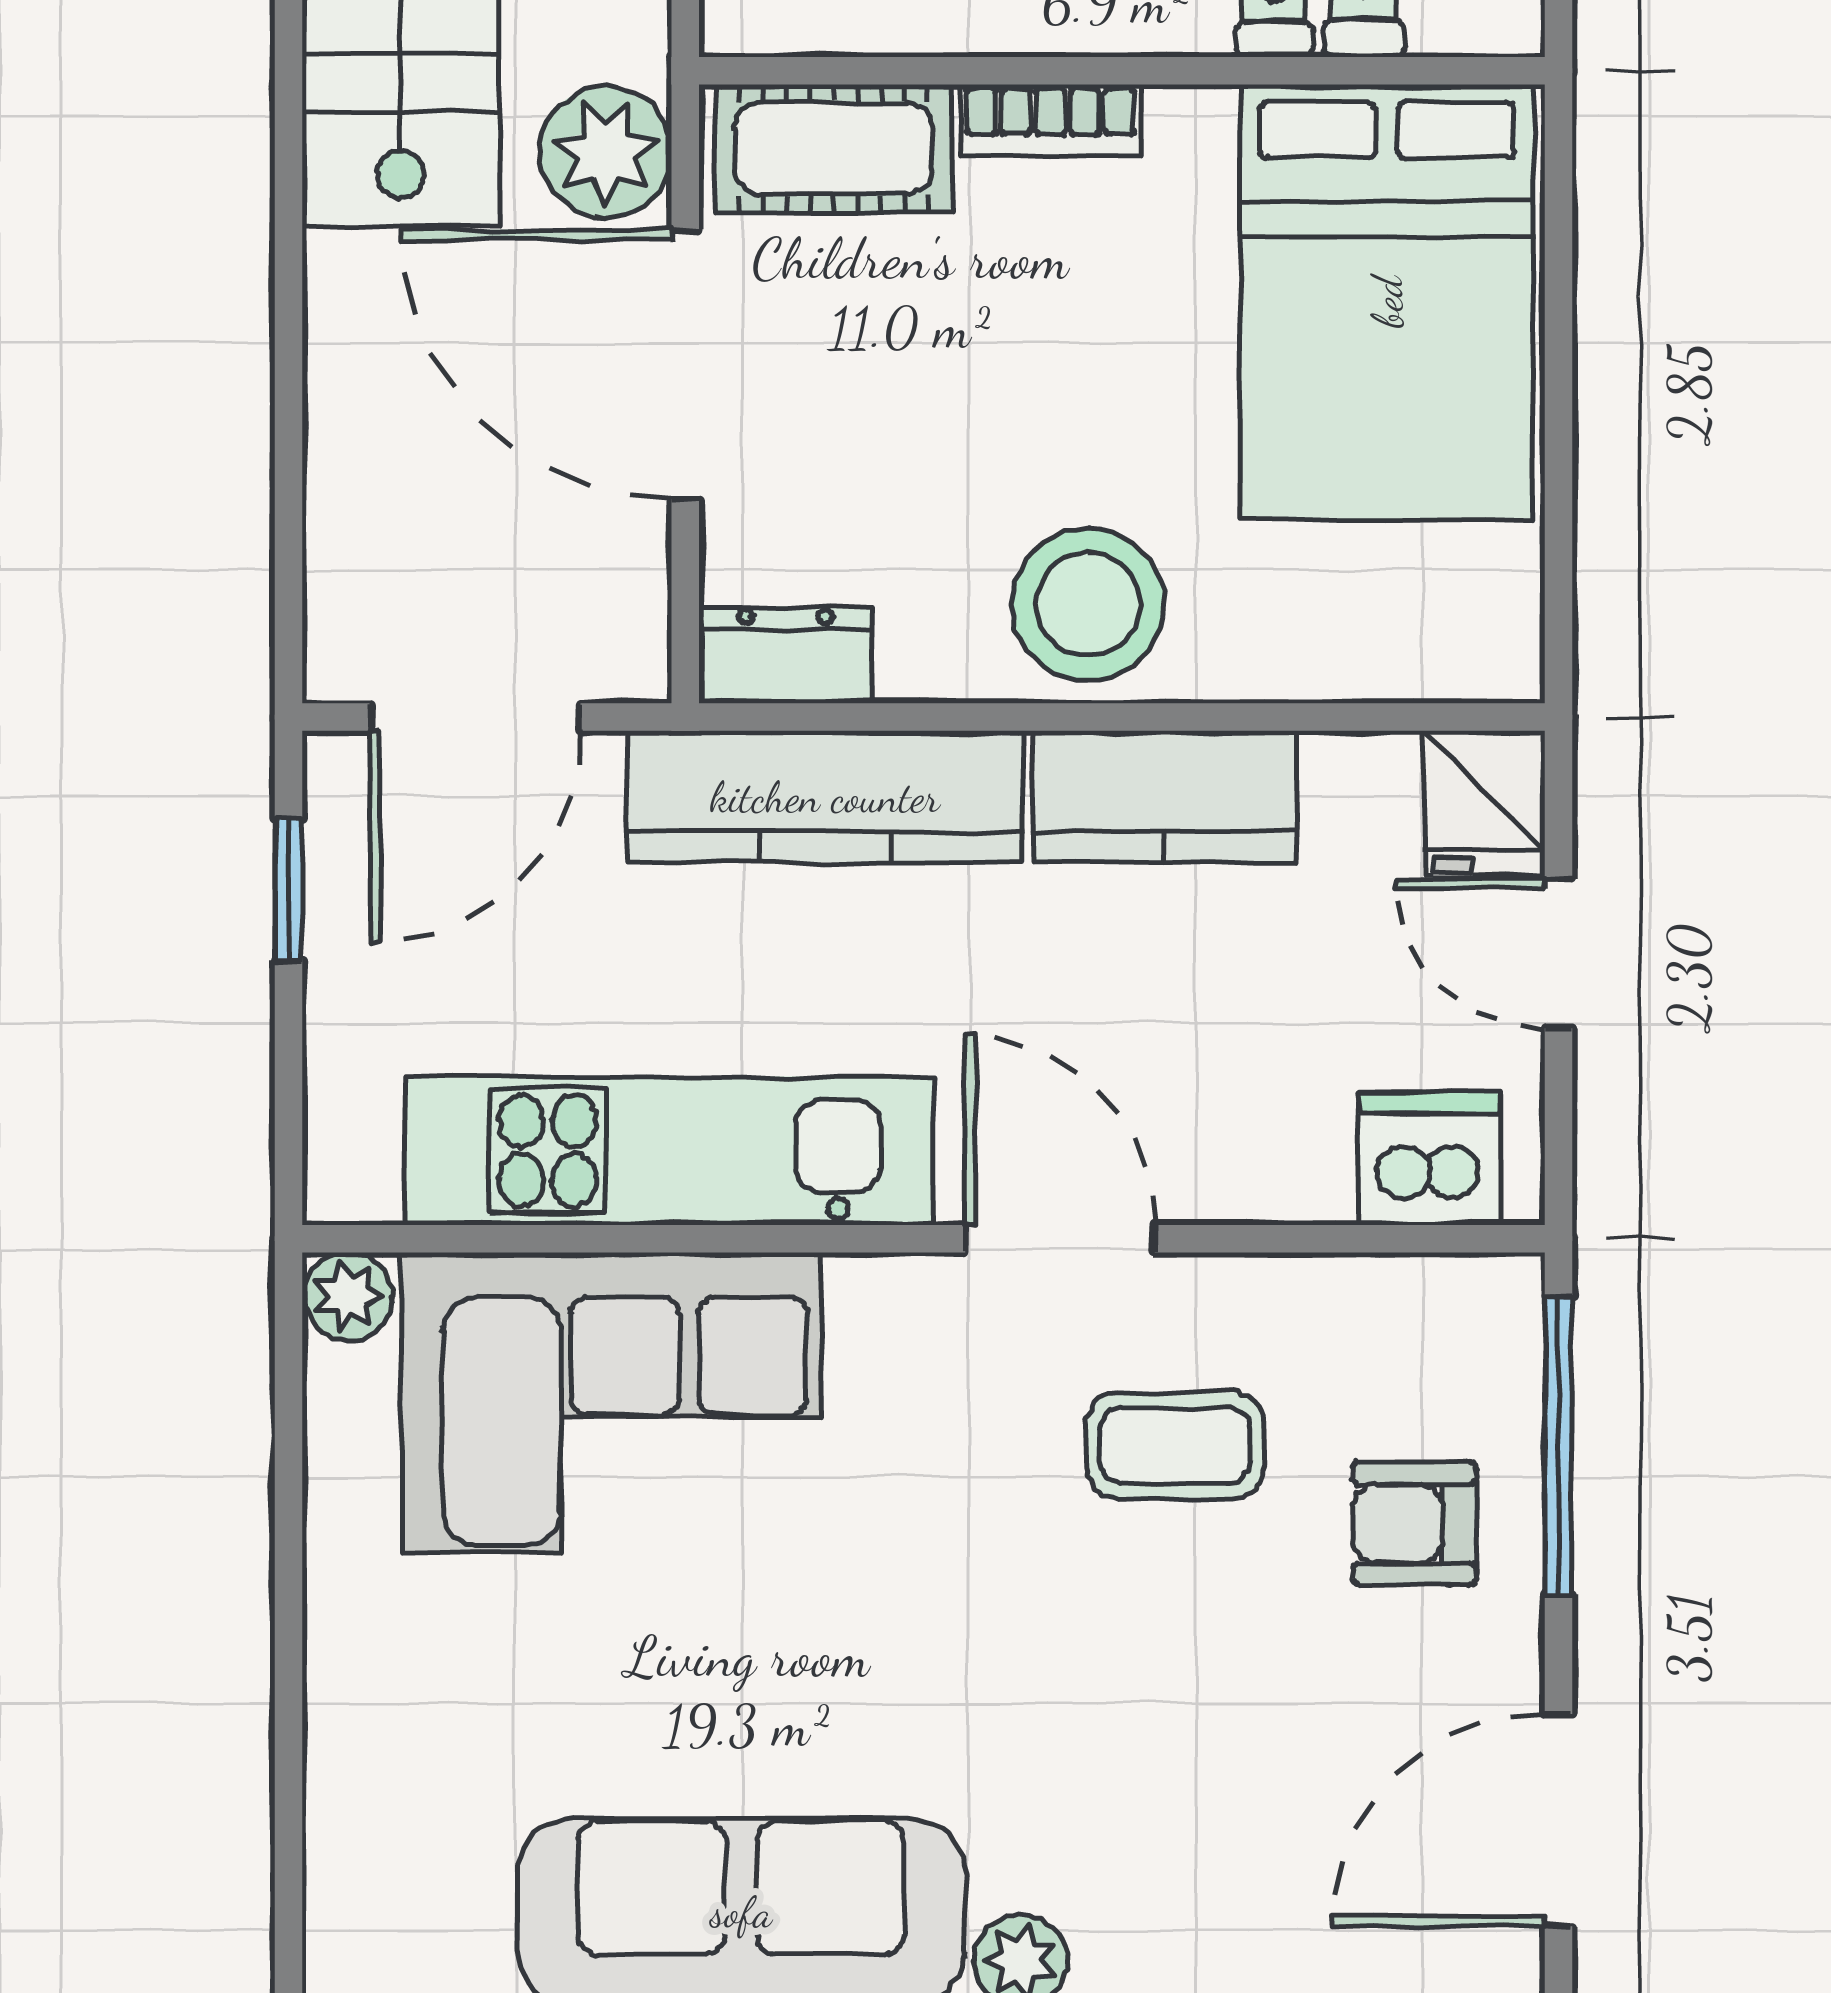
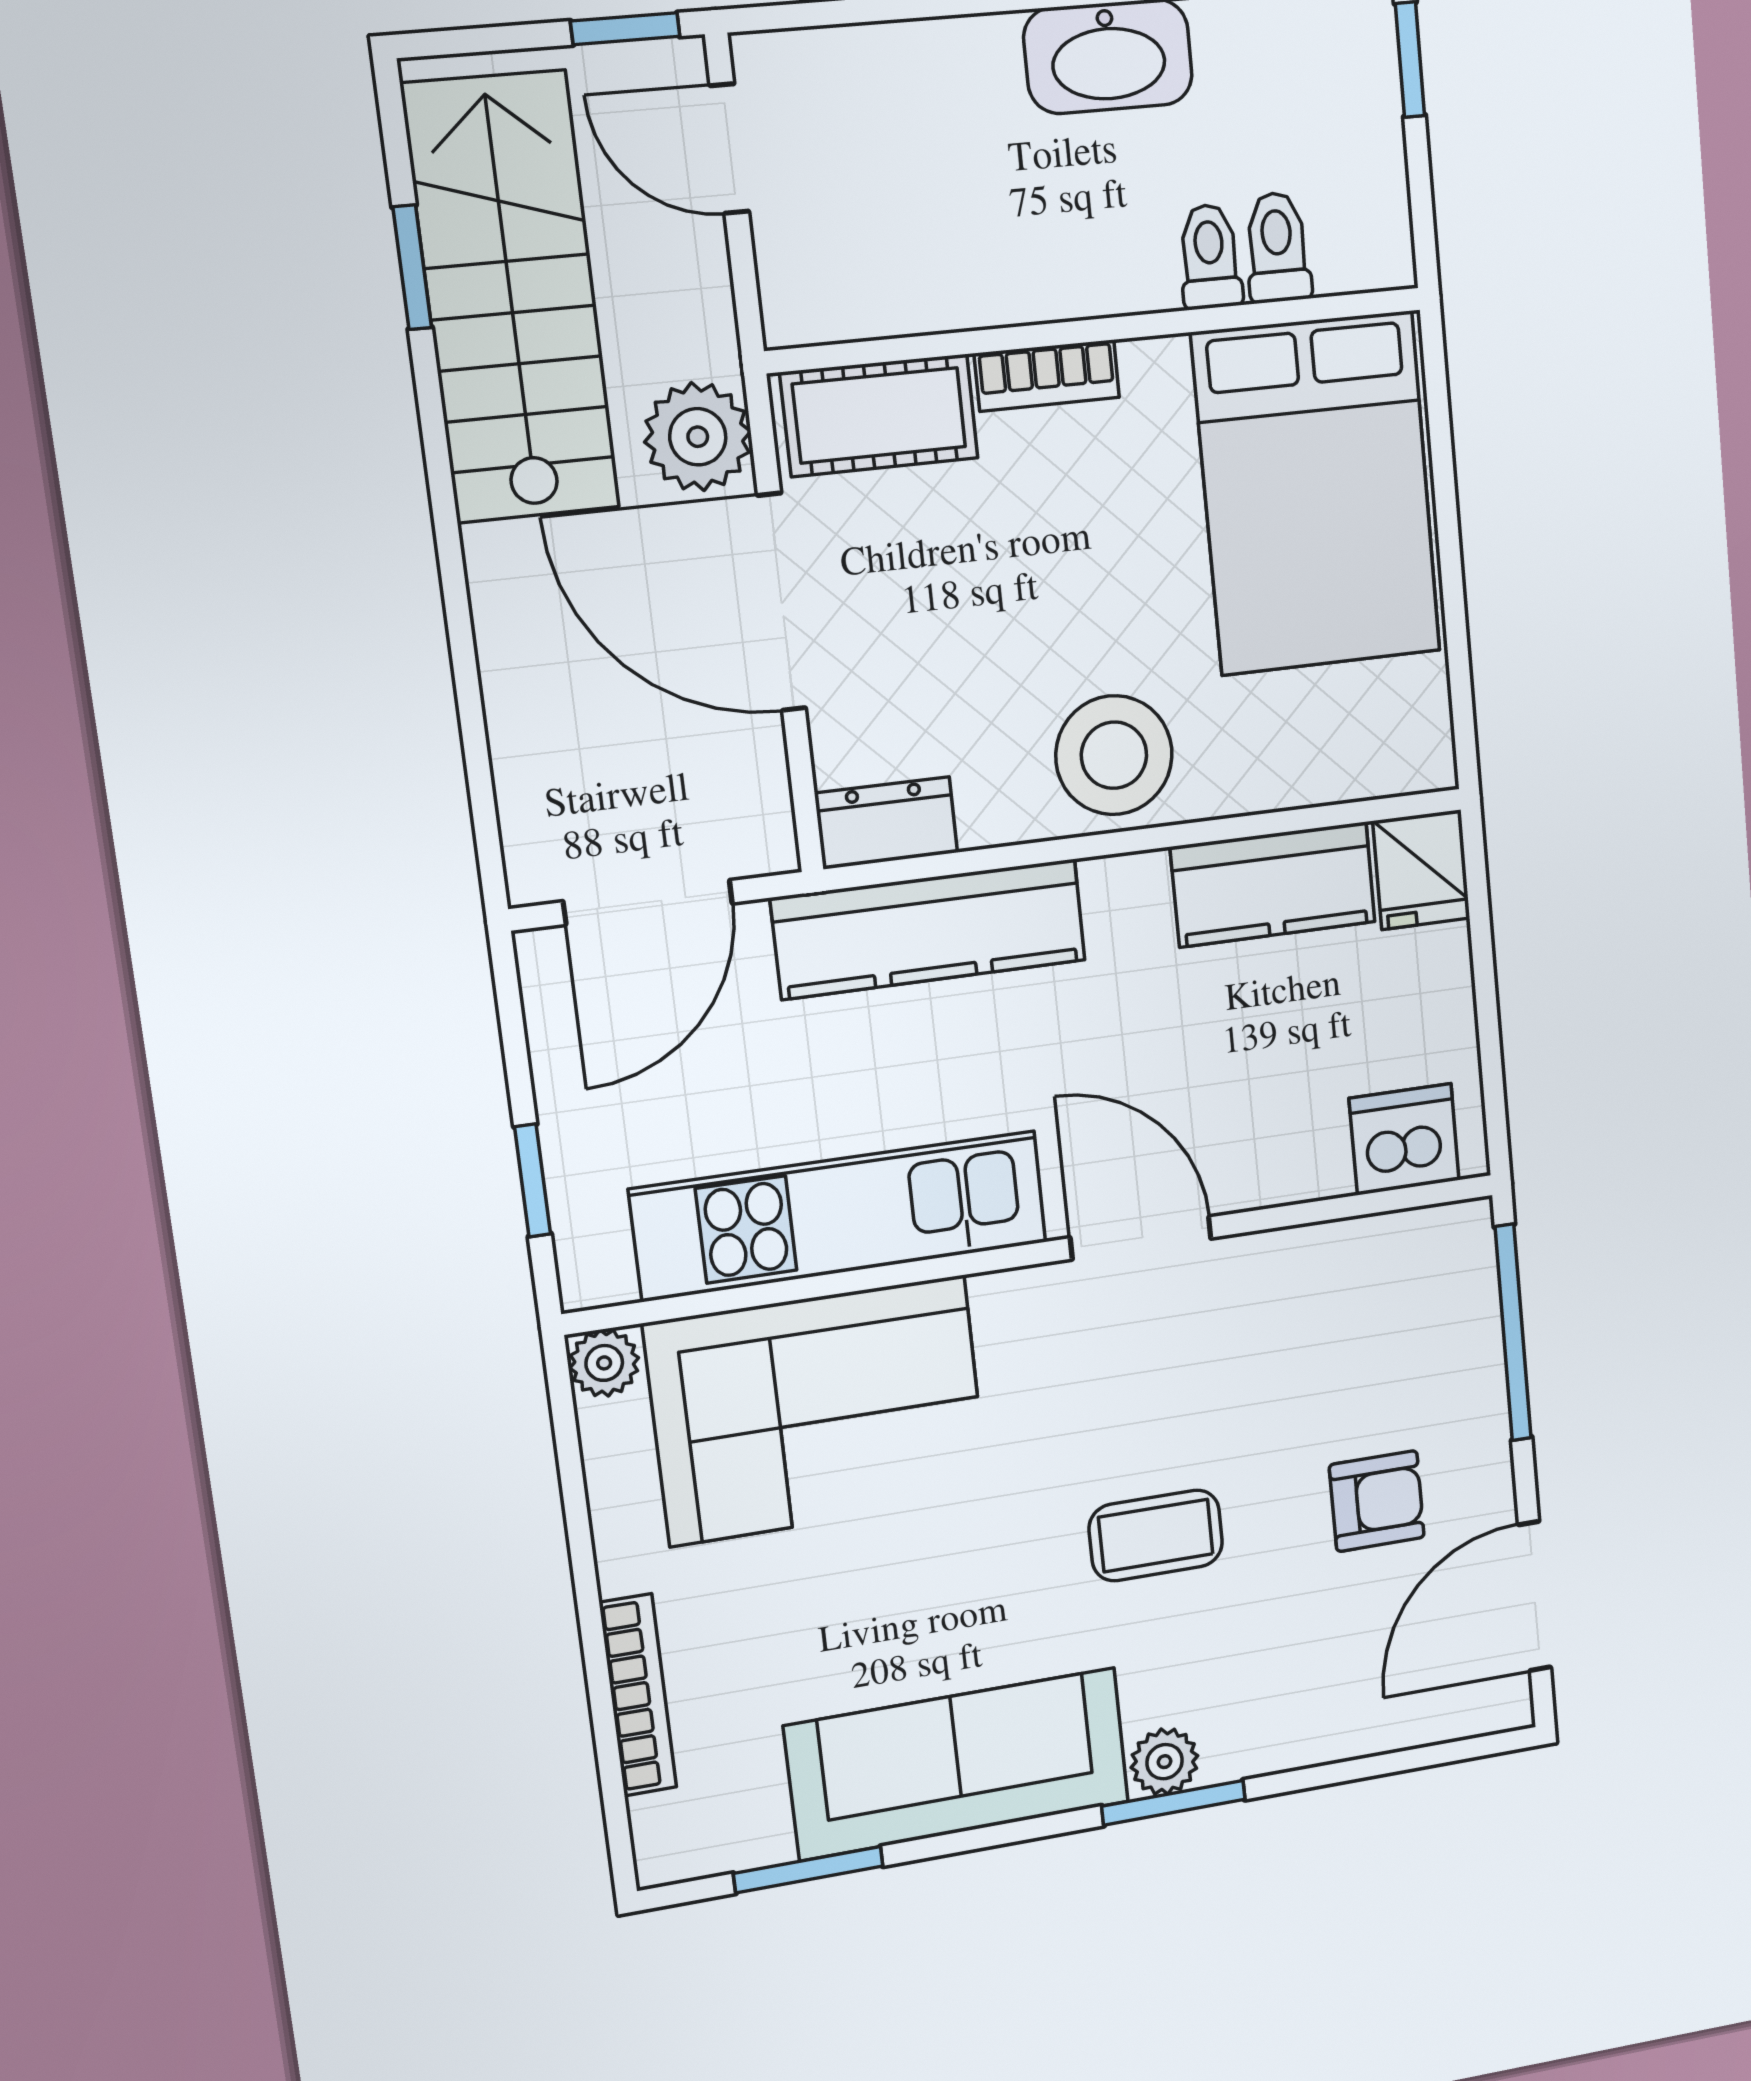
kitchen counter: (1164, 797) -> (1273, 884), moved
window: (288, 889) -> (533, 1180), moved
door: (1558, 954) -> (1484, 975), removed
coffee table: (1175, 1445) -> (1156, 1536), moved
armchair: (1415, 1523) -> (1377, 1501), moved, turned 180
bookcase: (336, 1742) -> (638, 1695), added

